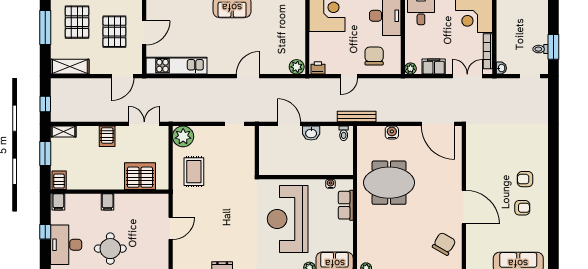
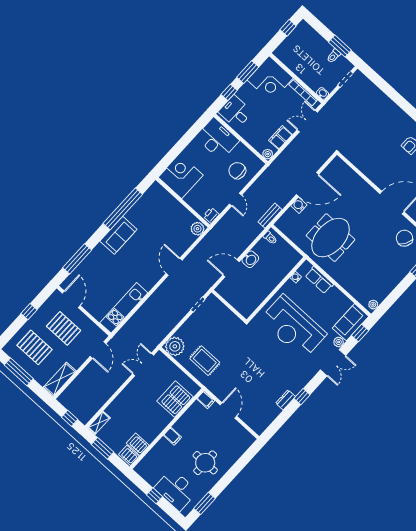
door: (144, 33) -> (71, 299), moved
bench: (357, 117) -> (270, 216), width x0.73
door: (438, 124) -> (308, 184), moved
server rack: (107, 136) -> (138, 444), moved, turned 180
filing cabinet: (58, 202) -> (206, 400), moved

